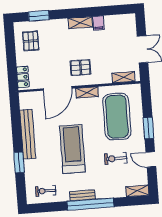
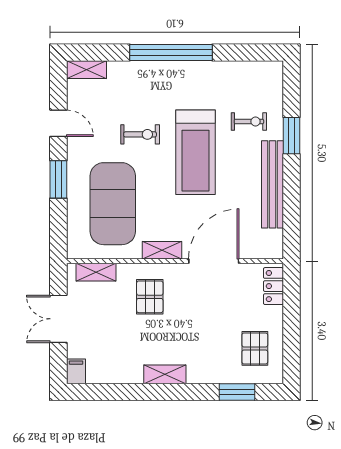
filing cabinet: (98, 23) -> (76, 371), moved
pallet: (80, 68) -> (150, 297), moved, turned 90
exercise bike: (116, 158) -> (140, 134), moved
exercise bike: (46, 191) -> (249, 121), moved
bench: (82, 195) -> (184, 69), removed

